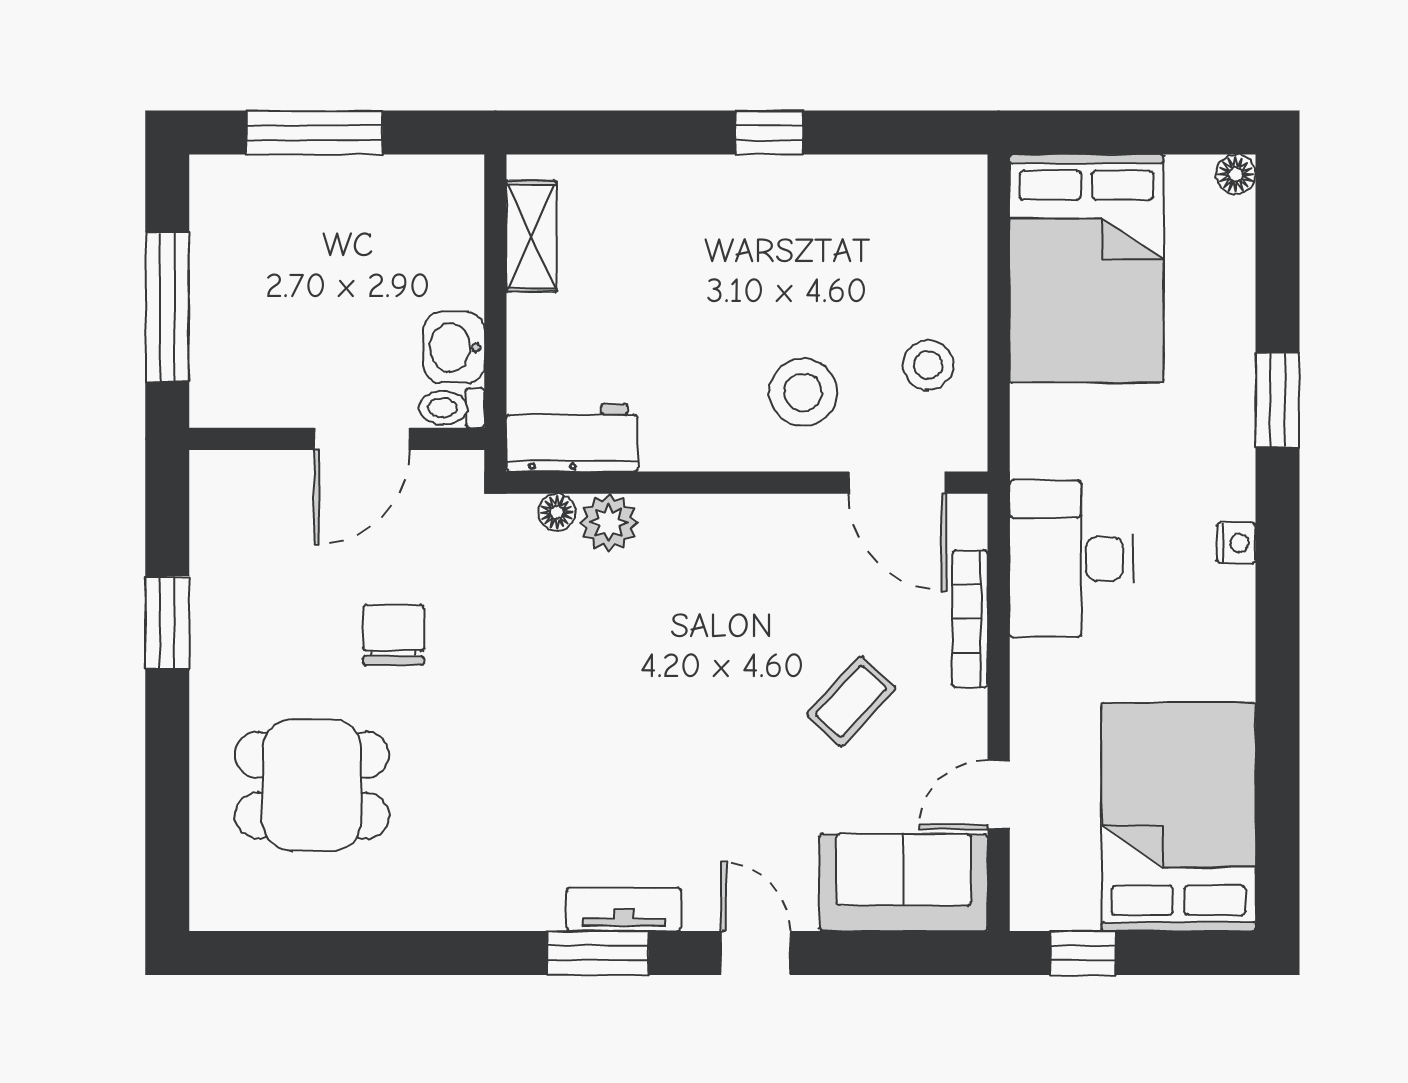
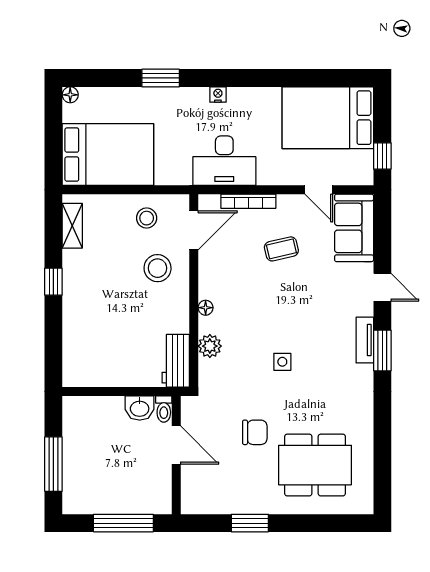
shelving: (531, 236) -> (72, 226), moved, turned 90
floor lamp: (557, 512) -> (206, 308), moved
chair: (394, 635) -> (255, 432), turned 180
coffee table: (851, 701) -> (281, 249), turned -56
side table: (569, 704) -> (282, 362), added
dining table: (312, 785) -> (315, 465), width x1.37
door: (756, 953) -> (382, 287), swing flipped

